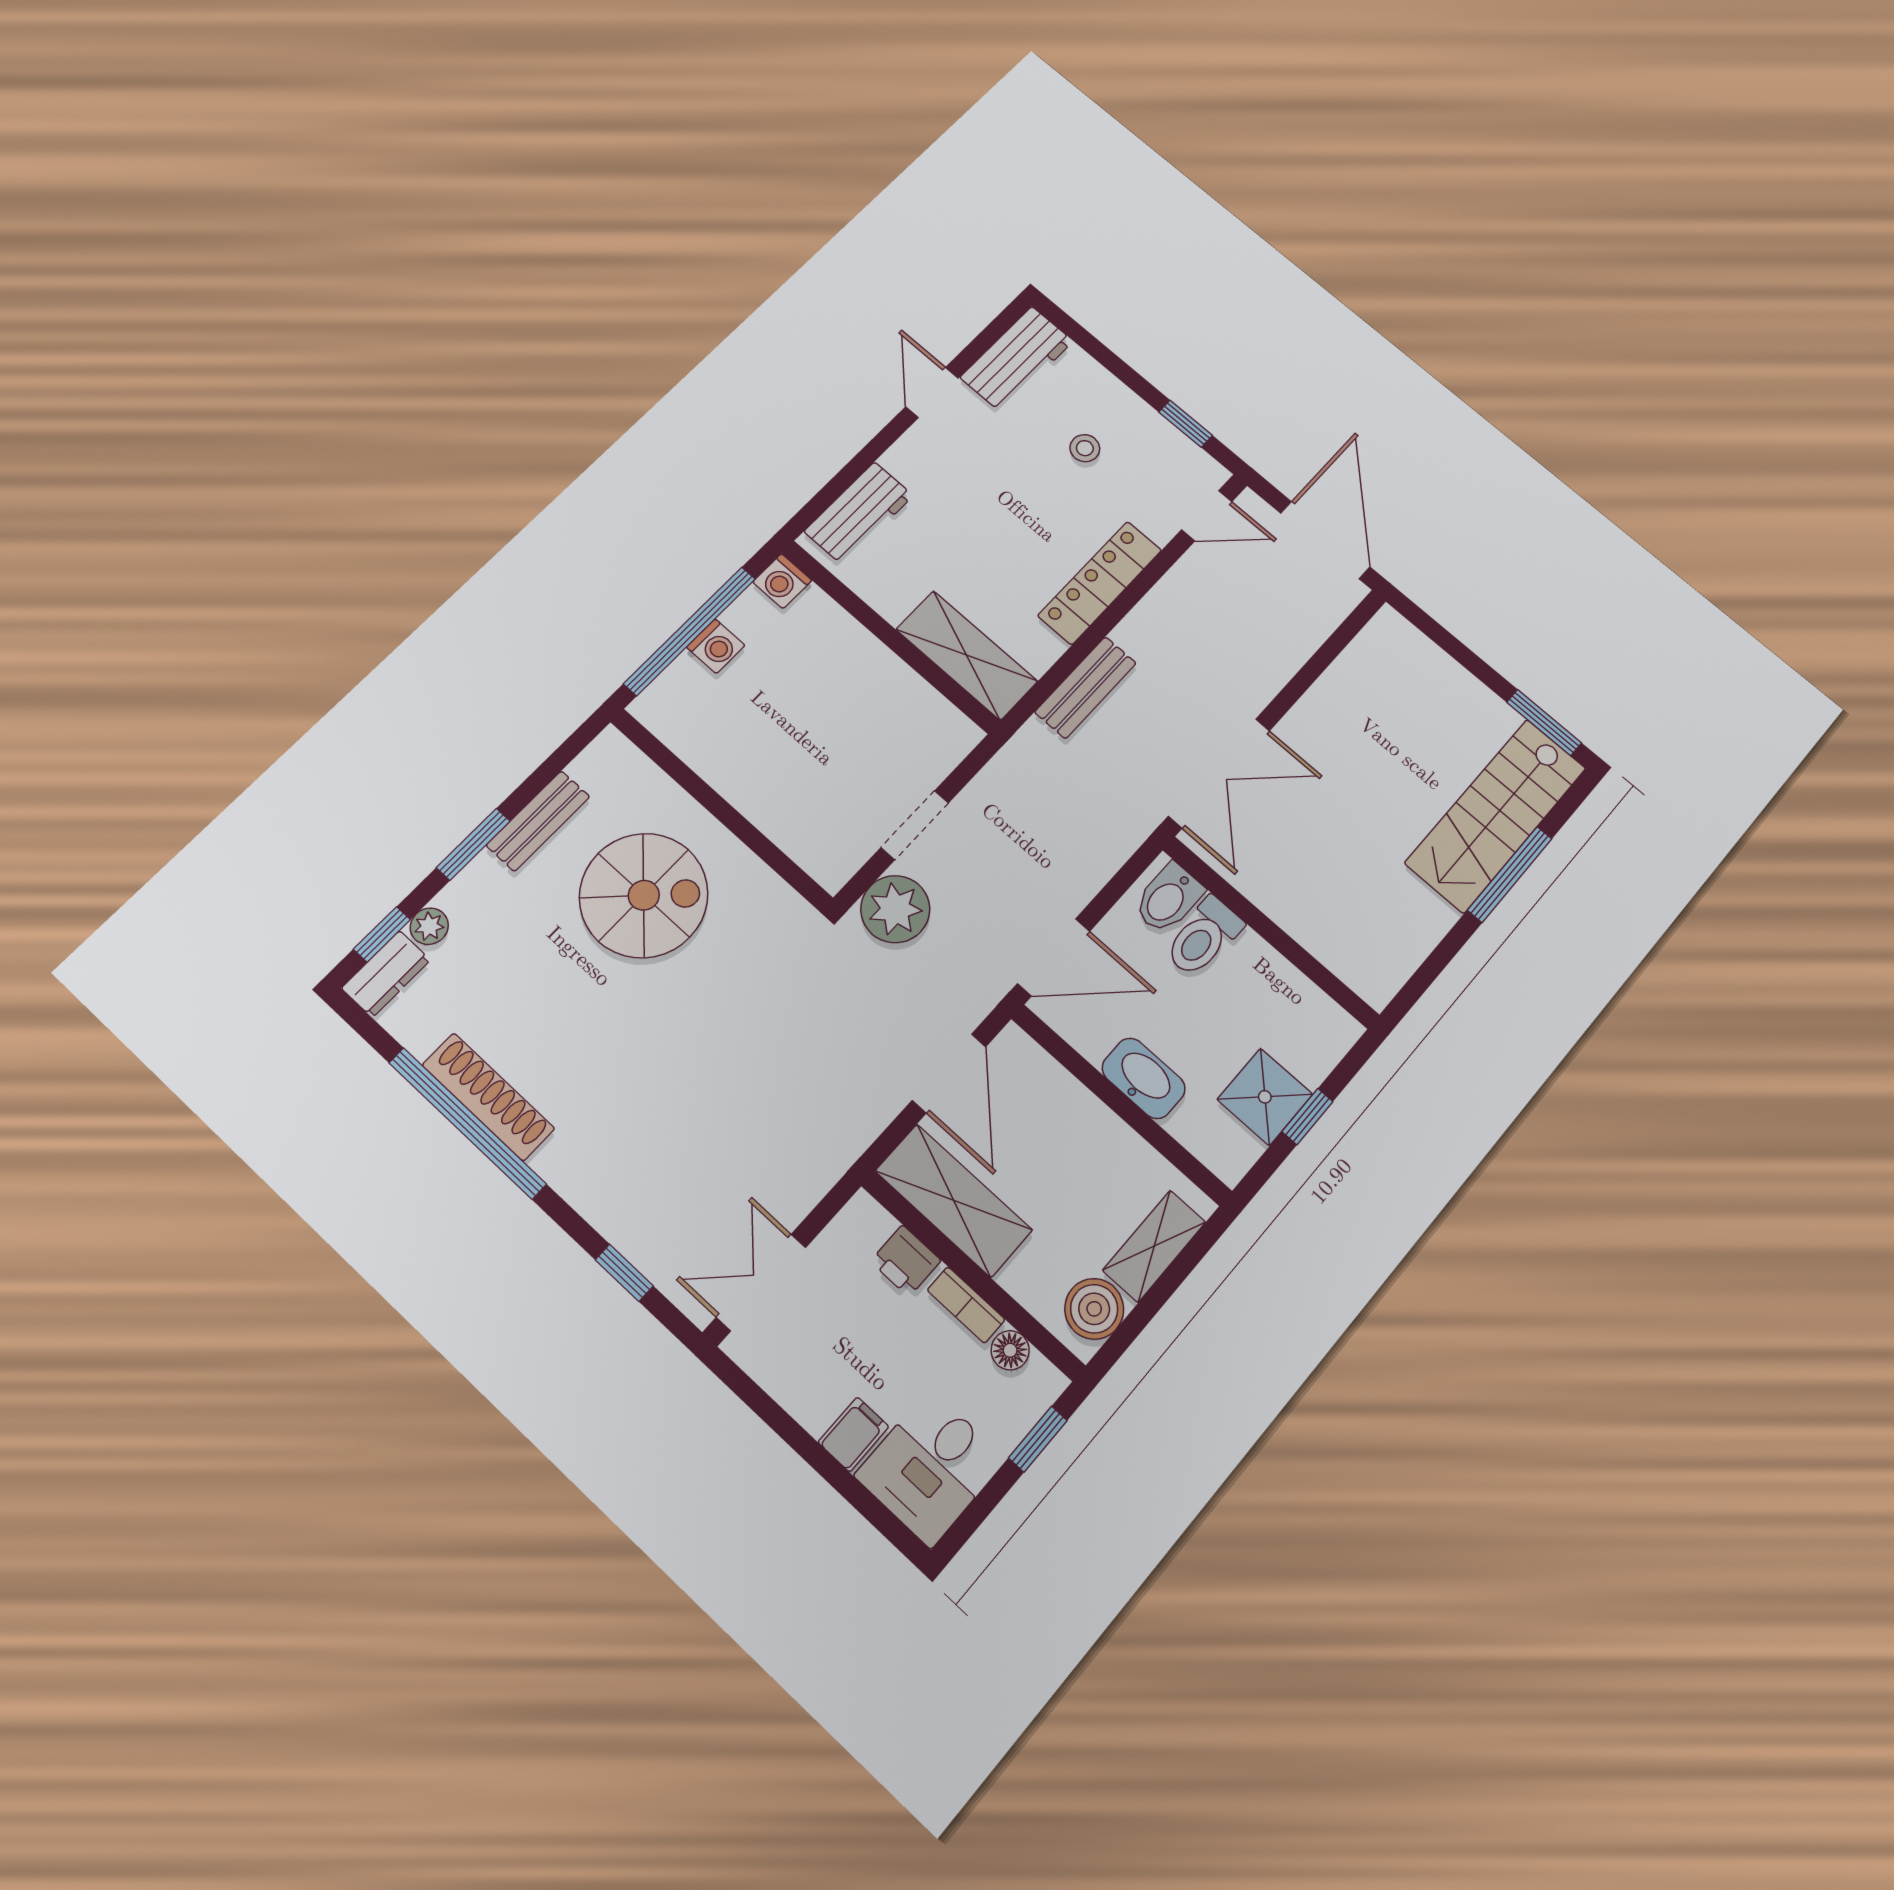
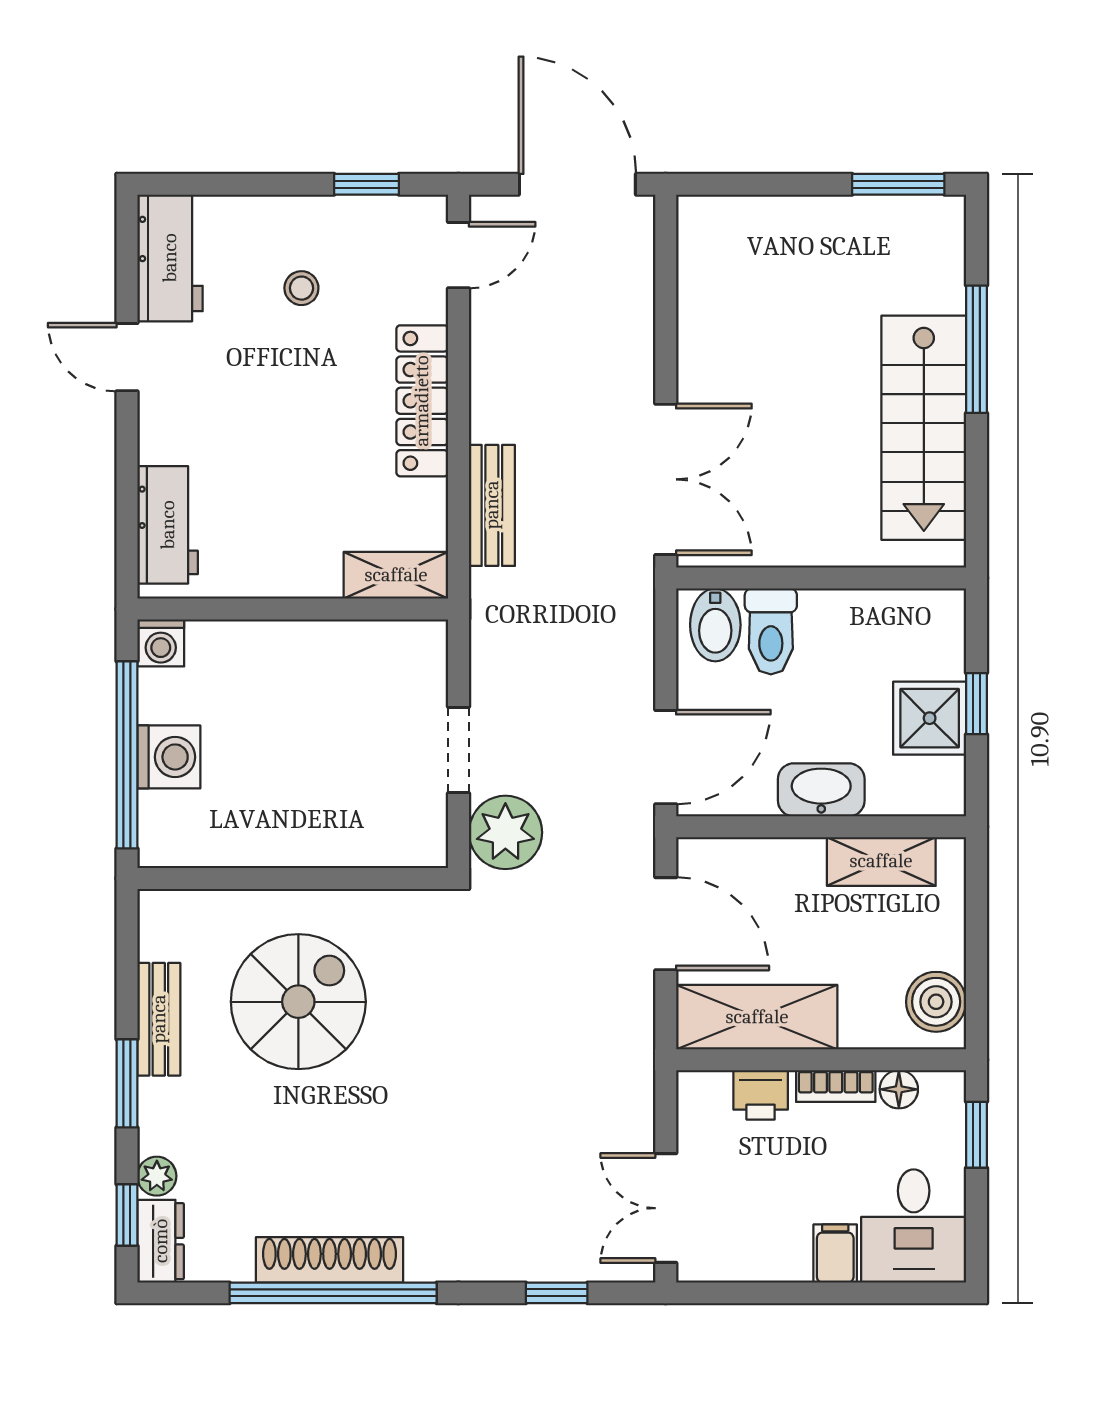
washing machine: (716, 646) -> (169, 757), width x1.38, depth x1.38
shelving: (967, 655) -> (396, 575), width x0.67, depth x0.75
stairs: (1496, 815) -> (924, 428), moved
shelving: (1154, 1246) -> (881, 861), moved, turned 90

